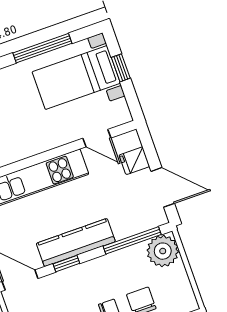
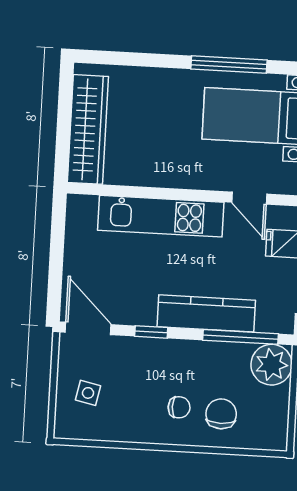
kitchen counter: (76, 242) -> (206, 313), moved

